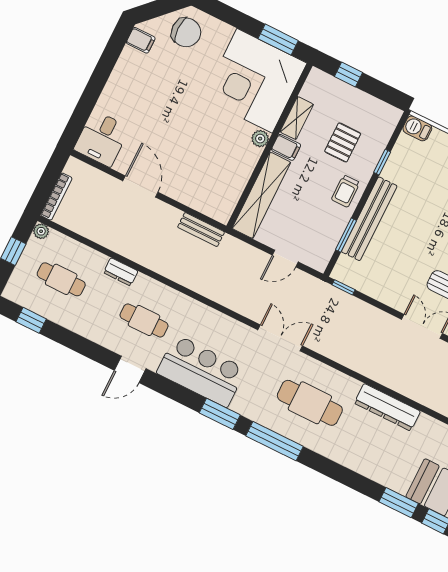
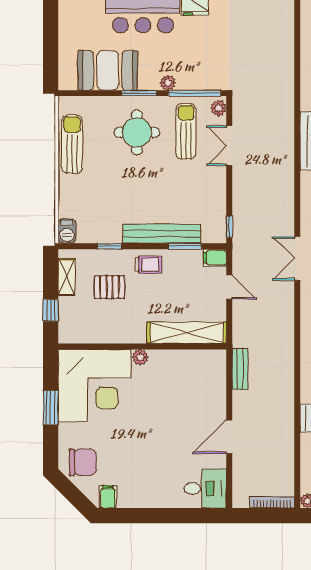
chair: (186, 32) -> (83, 462), turned 90
window: (278, 40) -> (51, 408), moved
shelving: (297, 118) -> (67, 277), moved, turned 90
filing cabinet: (286, 147) -> (215, 258), moved, turned -90

